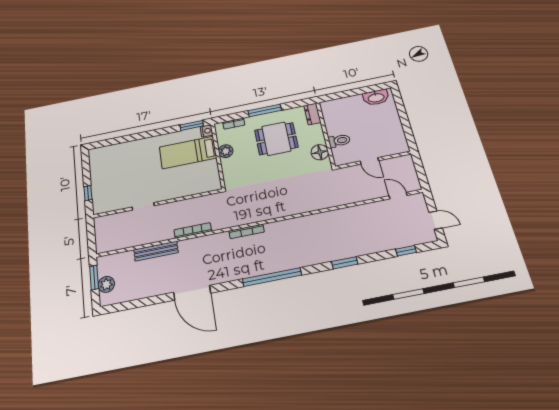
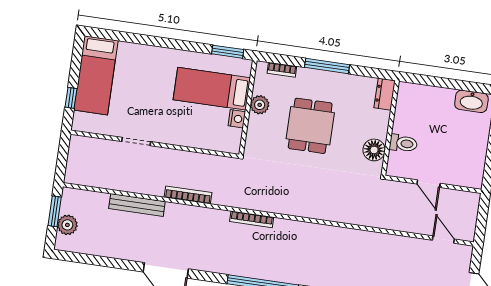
nightstand: (207, 131) -> (237, 119), moved
dining table: (276, 139) -> (310, 126), moved, turned 90
bed: (102, 172) -> (96, 75), added

